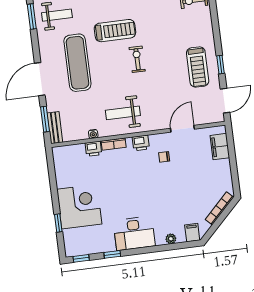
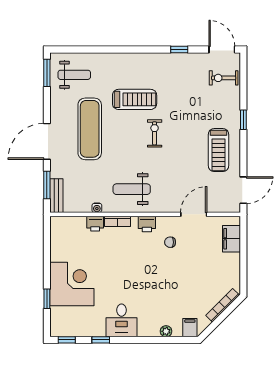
window: (220, 65) -> (243, 120), moved
desk: (134, 233) -> (122, 320), width x0.73

